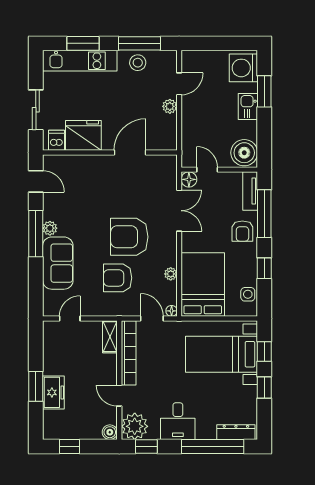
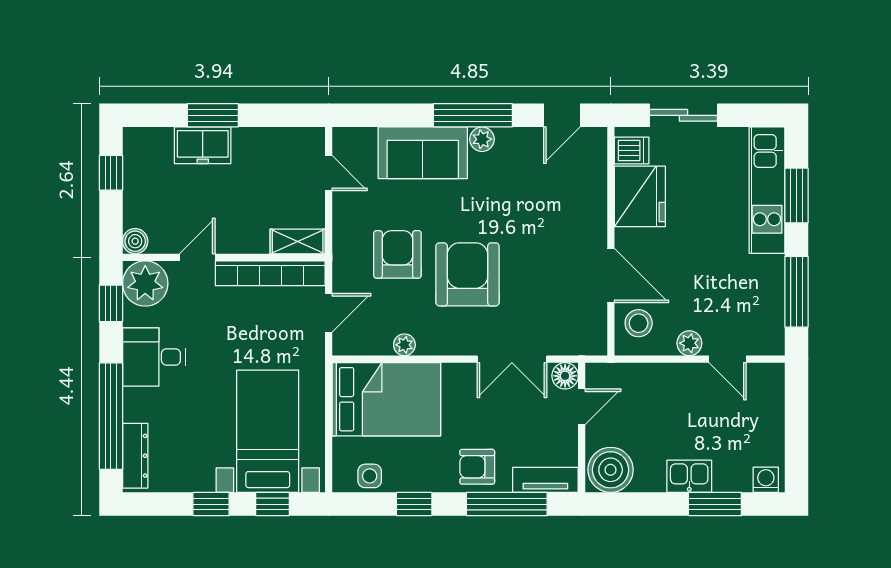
stool: (138, 63) -> (639, 323), moved
washing machine: (243, 68) -> (766, 480), width x0.53, depth x0.53
floor lamp: (172, 311) -> (342, 346), removed

